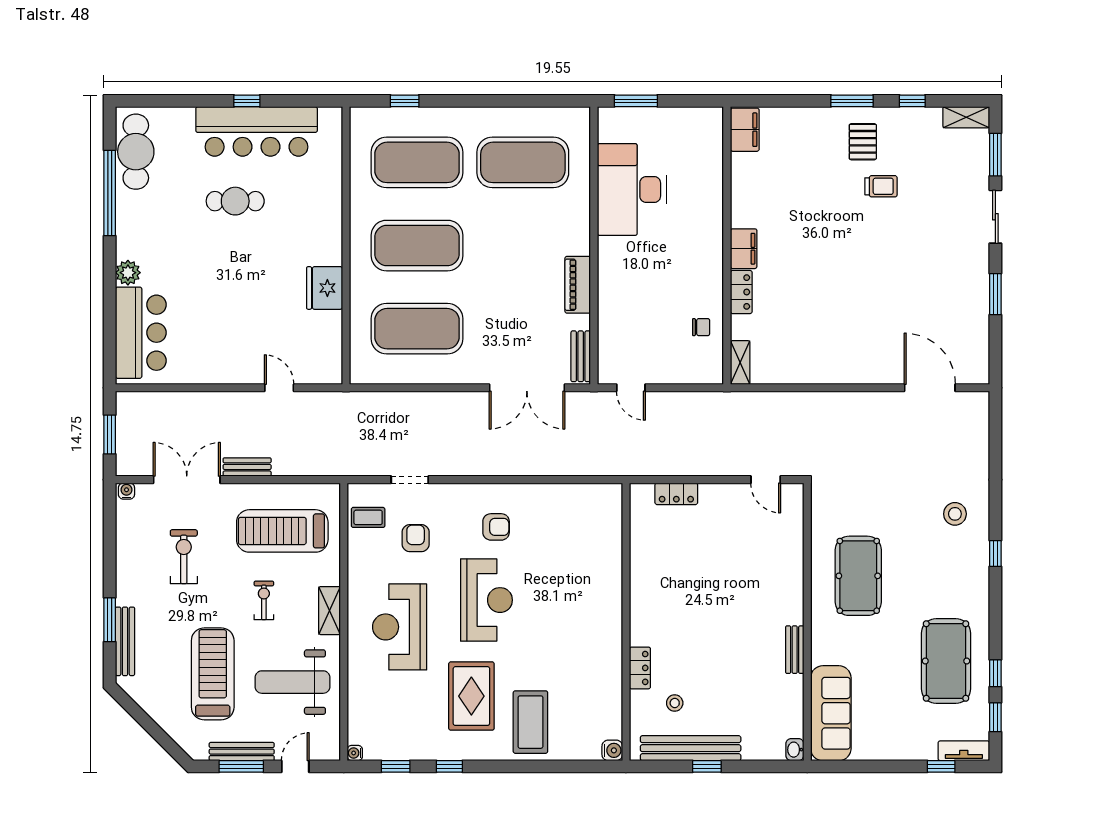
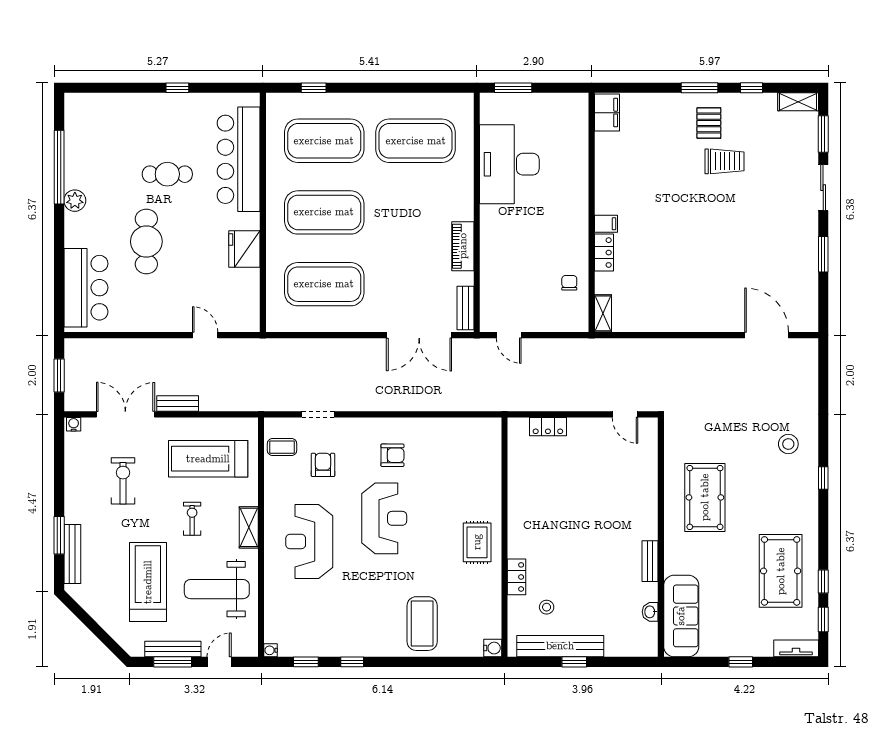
bar counter: (257, 131) -> (239, 159), moved, turned 90
cafe table: (136, 152) -> (146, 242), moved
trolley: (881, 186) -> (725, 161), width x1.36, depth x1.39
filing cabinet: (744, 249) -> (606, 224), width x0.50
plant: (128, 273) -> (75, 201), moved
chair: (701, 327) -> (569, 283), turned -90
rug: (471, 696) -> (477, 542), moved, width x0.73, depth x0.70
washbasin: (795, 750) -> (650, 612), moved
window: (941, 766) -> (741, 662), moved

